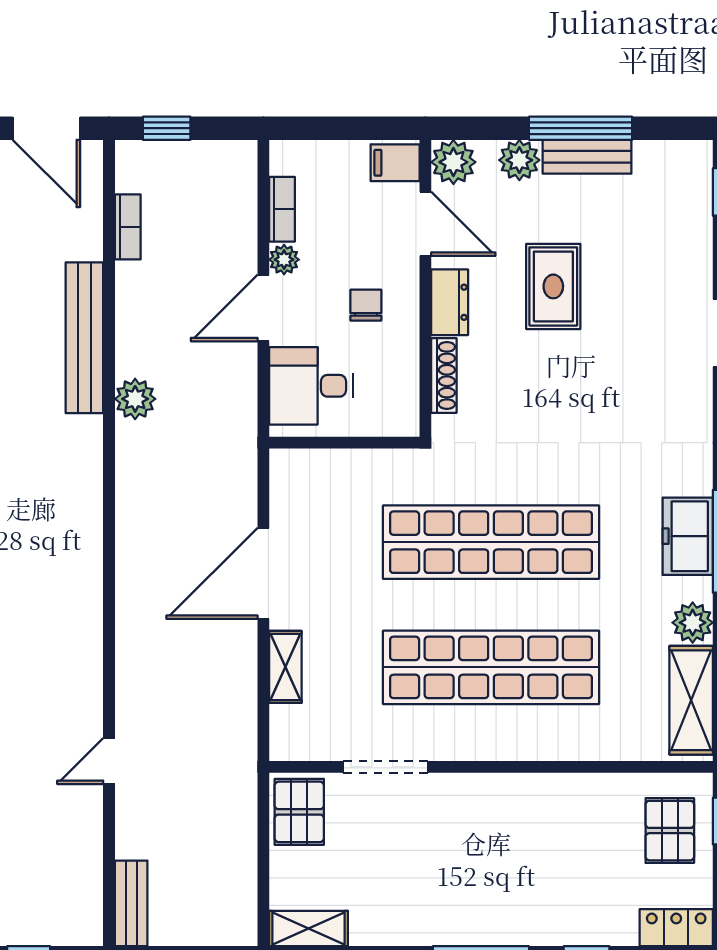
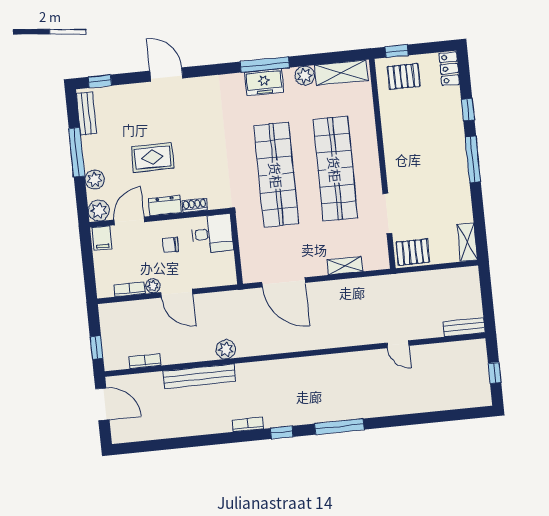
door: (46, 128) -> (102, 404), hinge flipped
bench: (587, 157) -> (86, 113), moved
shoe rack: (444, 375) -> (195, 205), width x0.70
desk: (311, 386) -> (212, 234), moved, turned -90
door: (263, 573) -> (284, 282), moved

